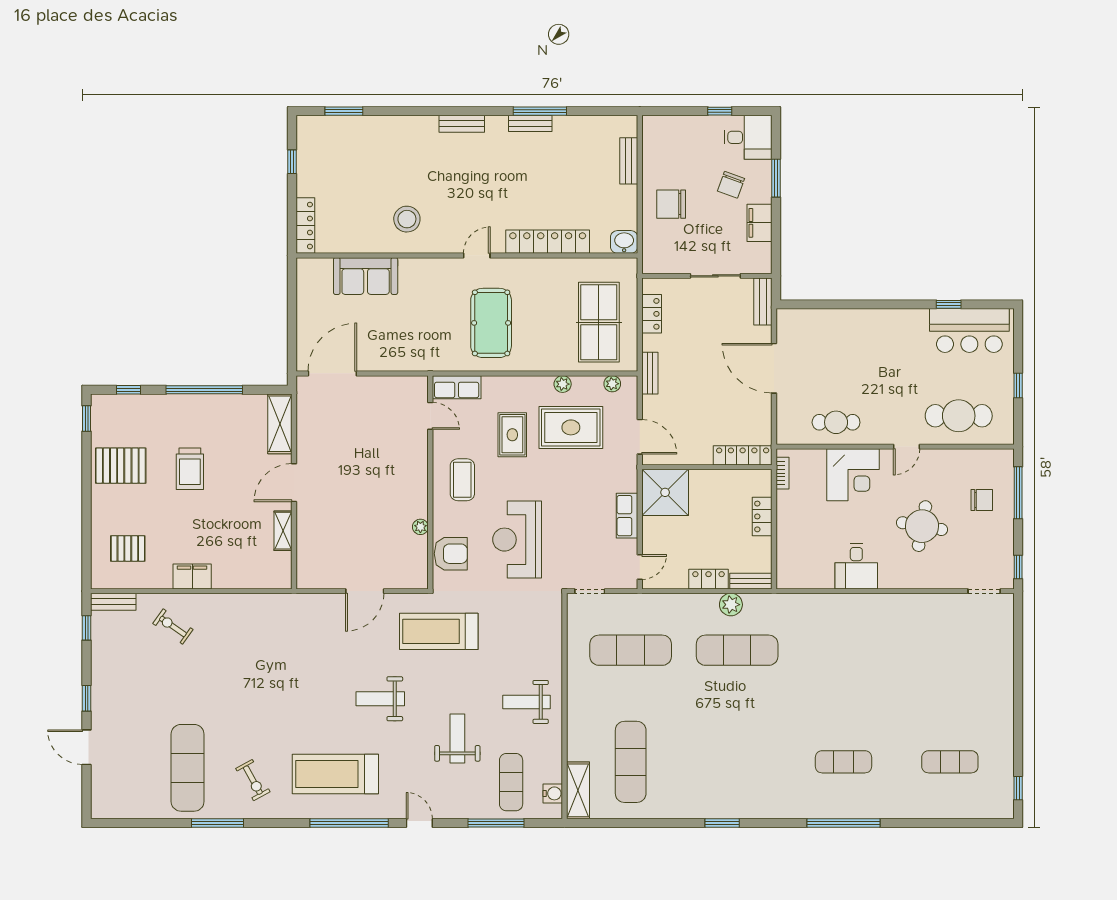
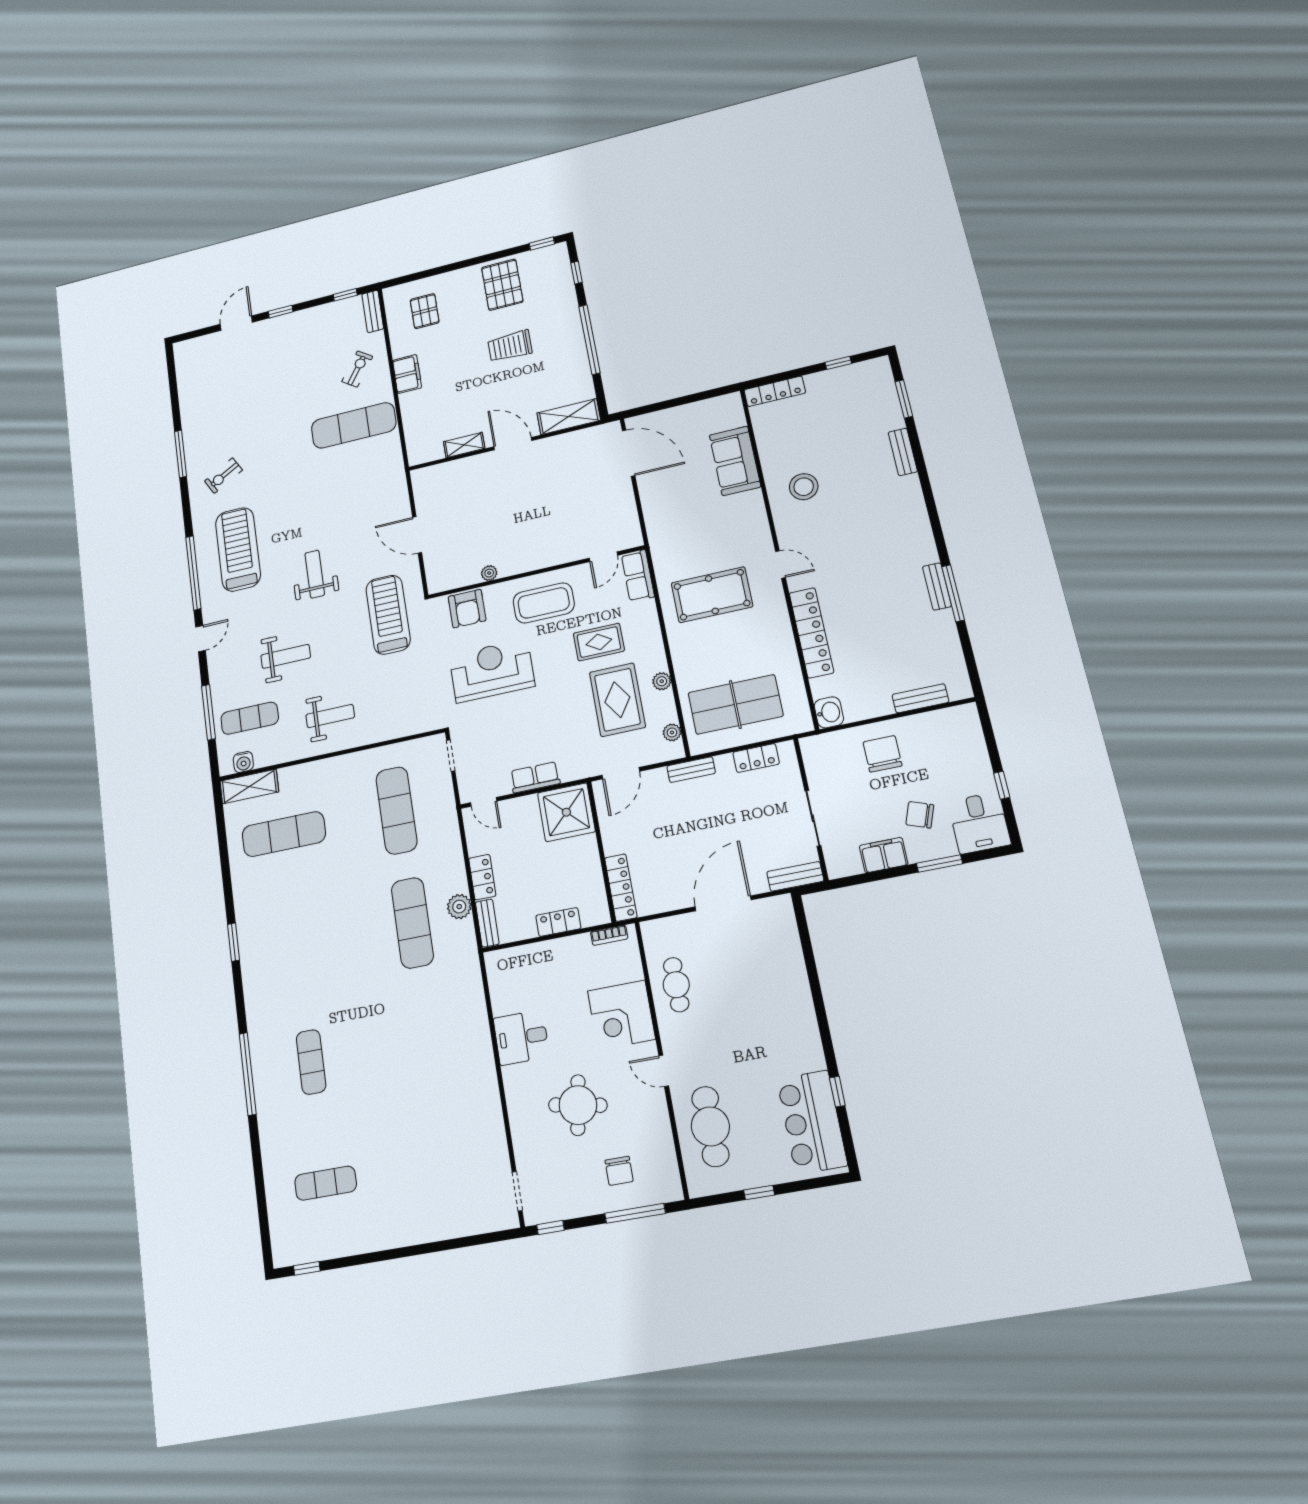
bench: (462, 124) -> (903, 452), moved
coffee table: (462, 480) -> (544, 603), width x1.36, depth x1.32
weight bench: (526, 702) -> (330, 716), turned 90
exercise mat: (950, 762) -> (326, 1183), turned 90
exercise mat: (188, 768) -> (354, 425), moved

